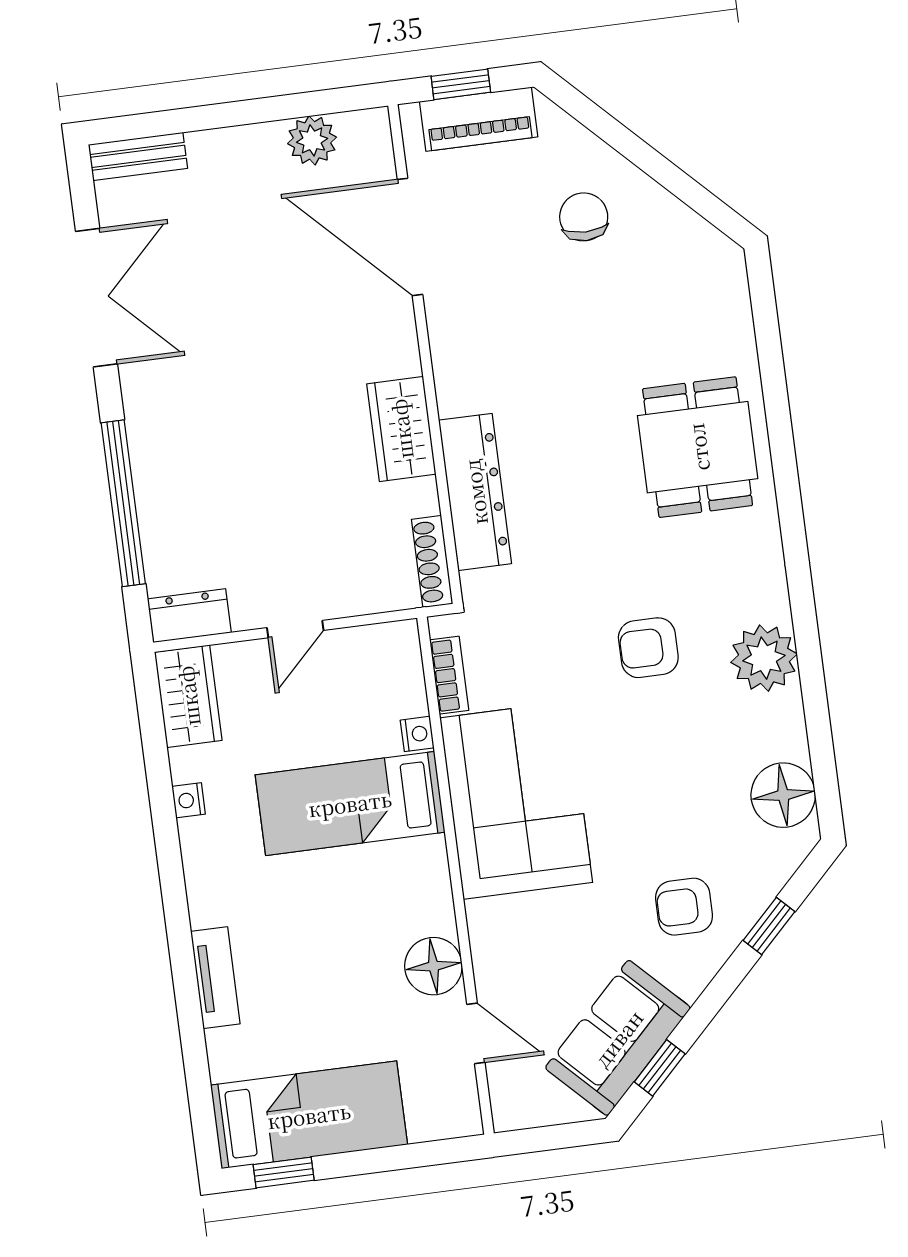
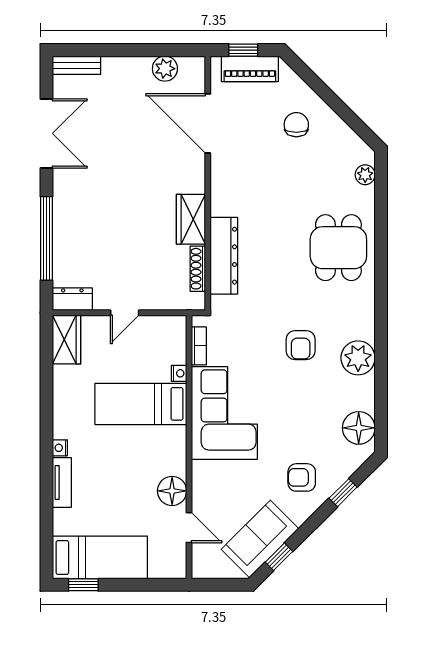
plant: (731, 297) -> (365, 175), added
shoe rack: (432, 562) -> (198, 269), moved
armchair: (648, 648) -> (301, 345), turned -90
nightstand: (189, 800) -> (60, 448), moved

